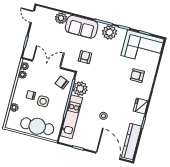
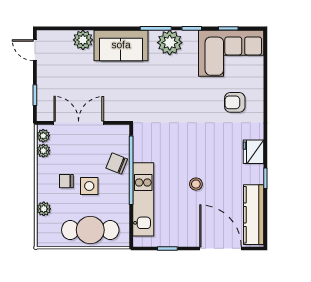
armchair: (85, 57) -> (140, 94), removed
chair: (62, 83) -> (117, 163), moved
plant: (80, 89) -> (145, 149), removed

